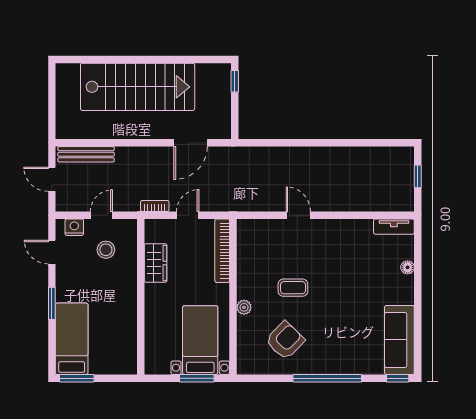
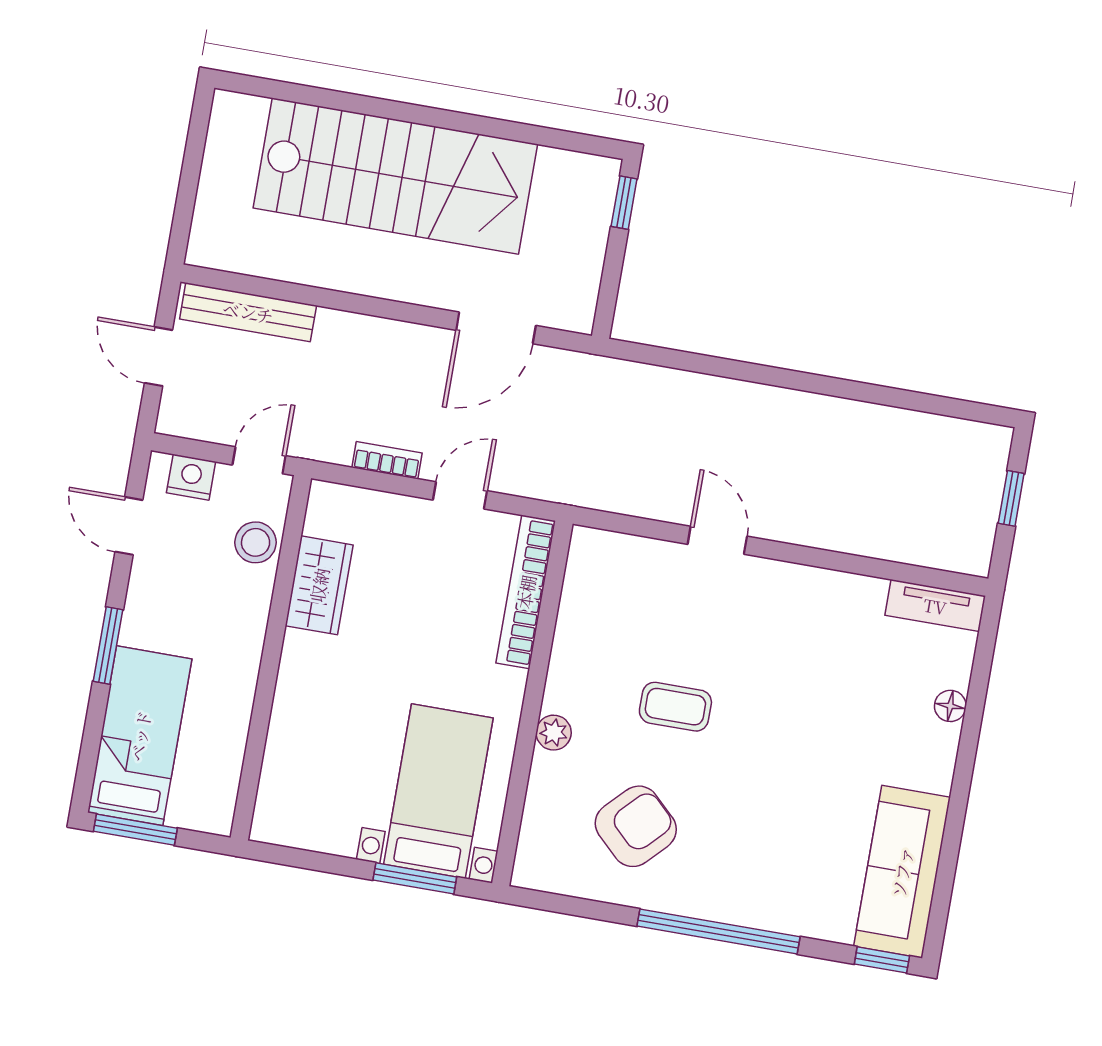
wardrobe: (156, 263) -> (319, 585), moved
wall: (141, 297) -> (271, 658), moved

